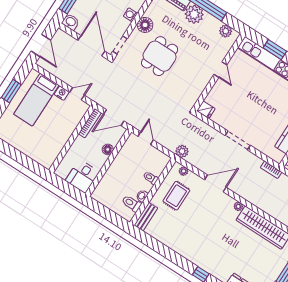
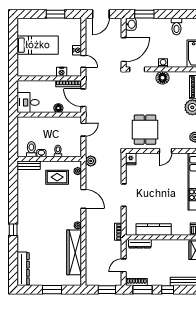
dining table: (160, 56) -> (145, 130), moved, turned 90
bed: (36, 100) -> (38, 45), moved, turned 180
nightstand: (73, 123) -> (62, 72), added

